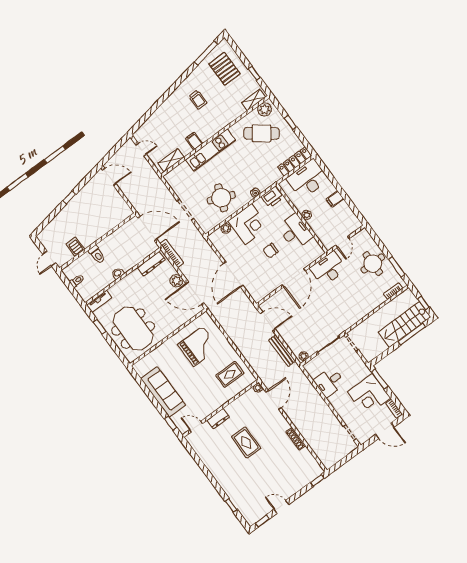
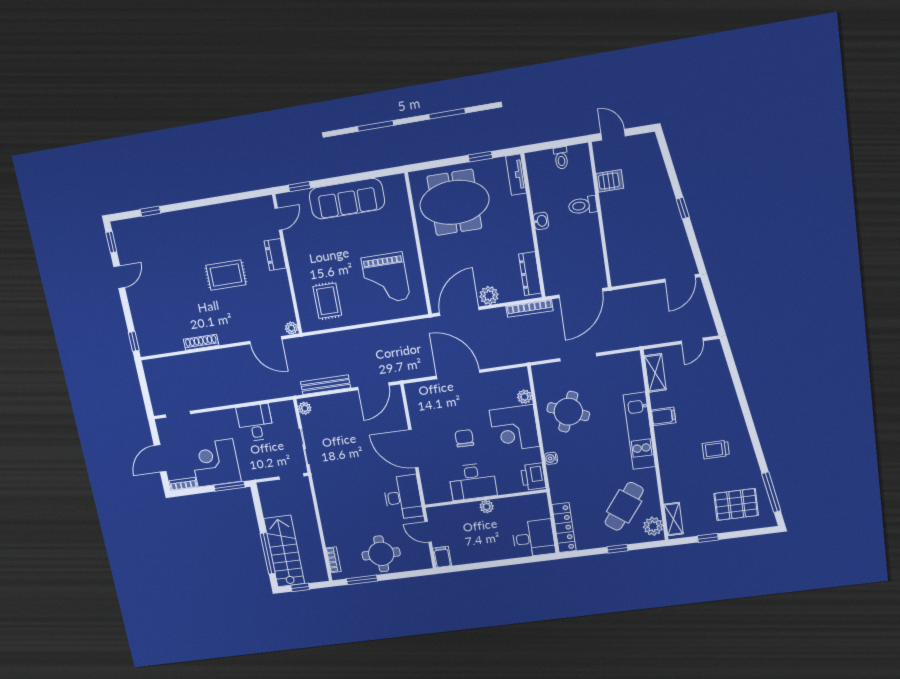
desk: (308, 179) -> (533, 538), width x0.73
filing cabinet: (335, 199) -> (442, 557), moved

